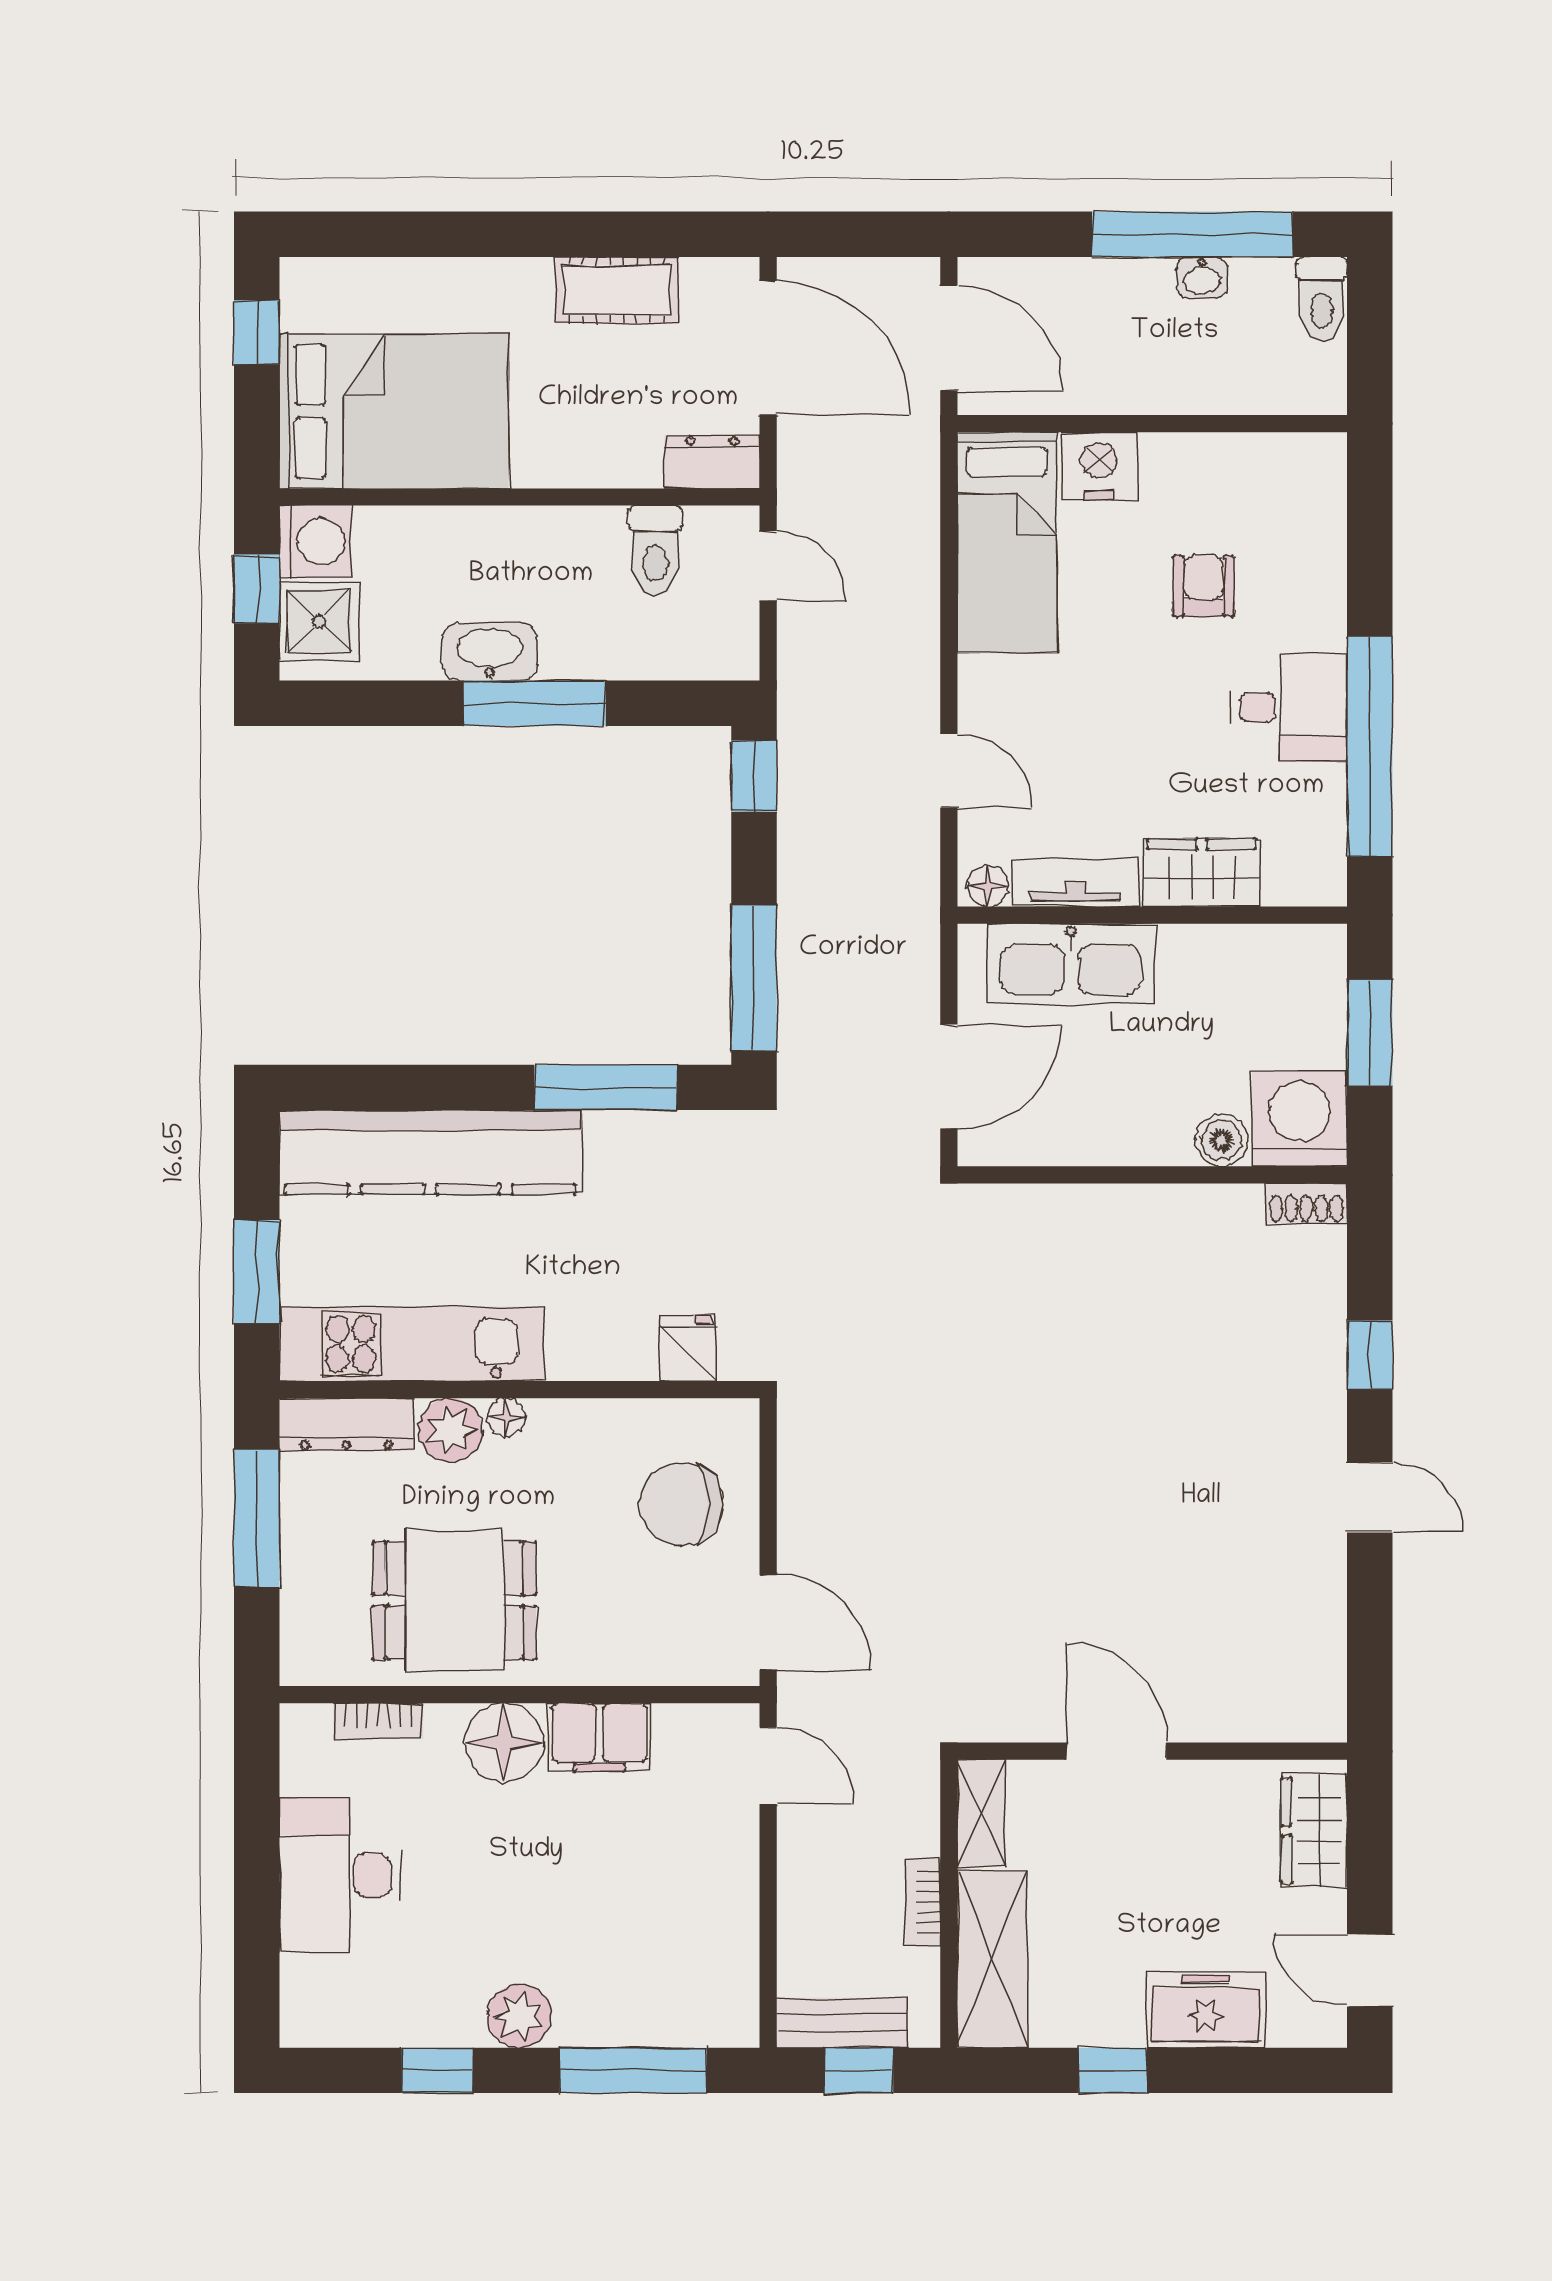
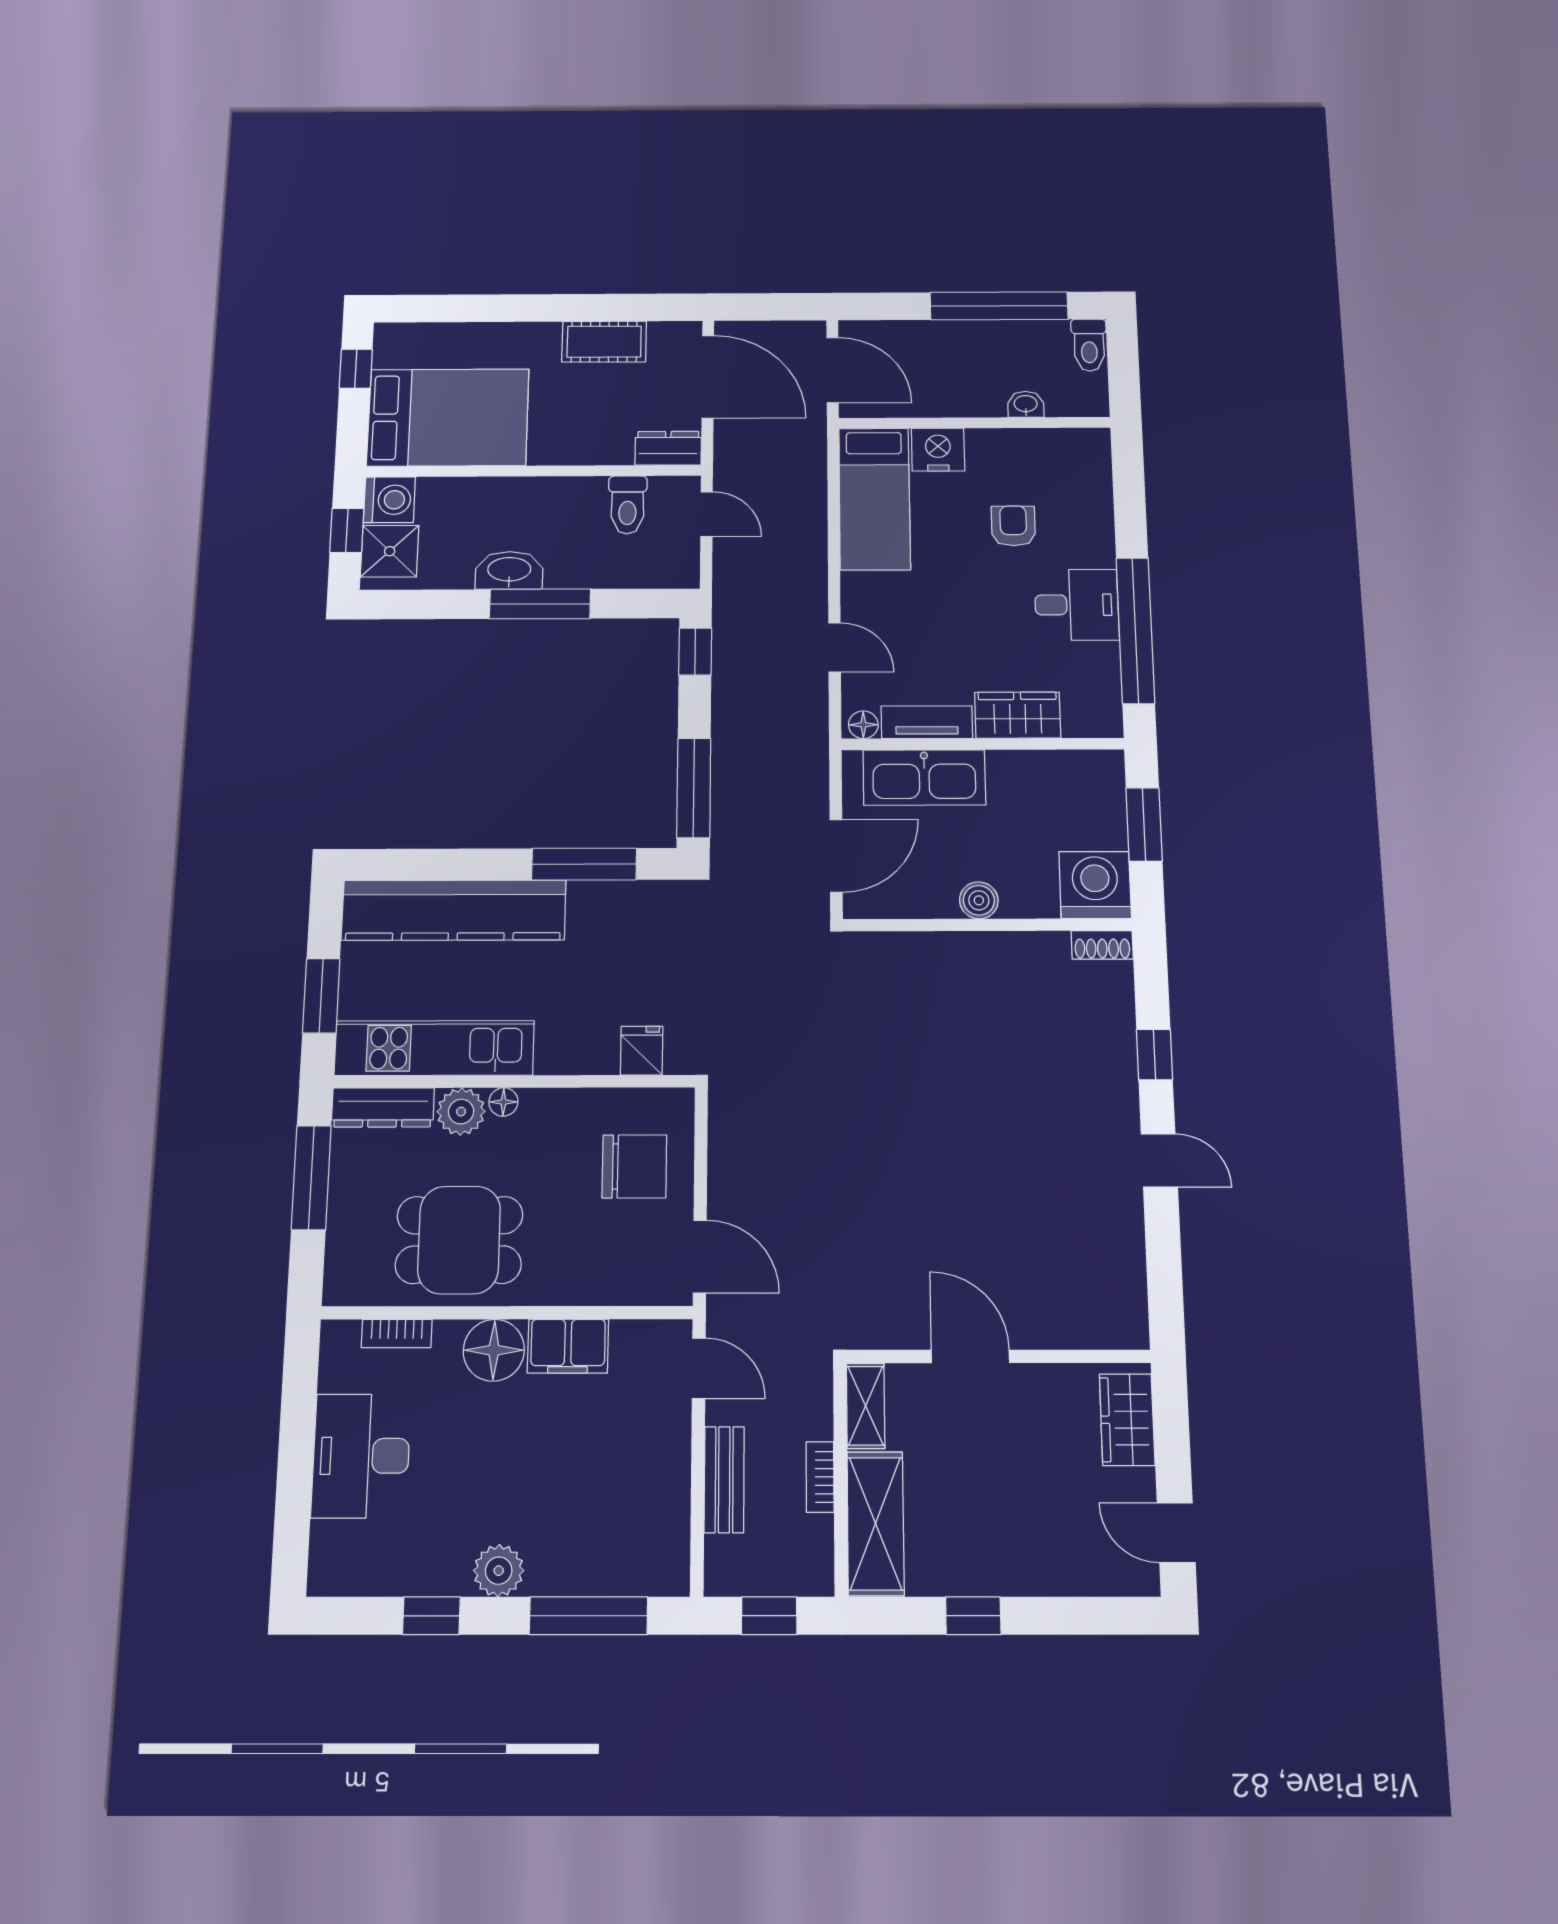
washbasin: (1202, 278) -> (1026, 404), moved, turned 180
boiler: (1222, 1140) -> (979, 900), moved
chair: (681, 1504) -> (634, 1166), turned 180
freezer: (1206, 2010) -> (1047, 1565), removed
bench: (842, 2023) -> (724, 1480), moved, turned 90

